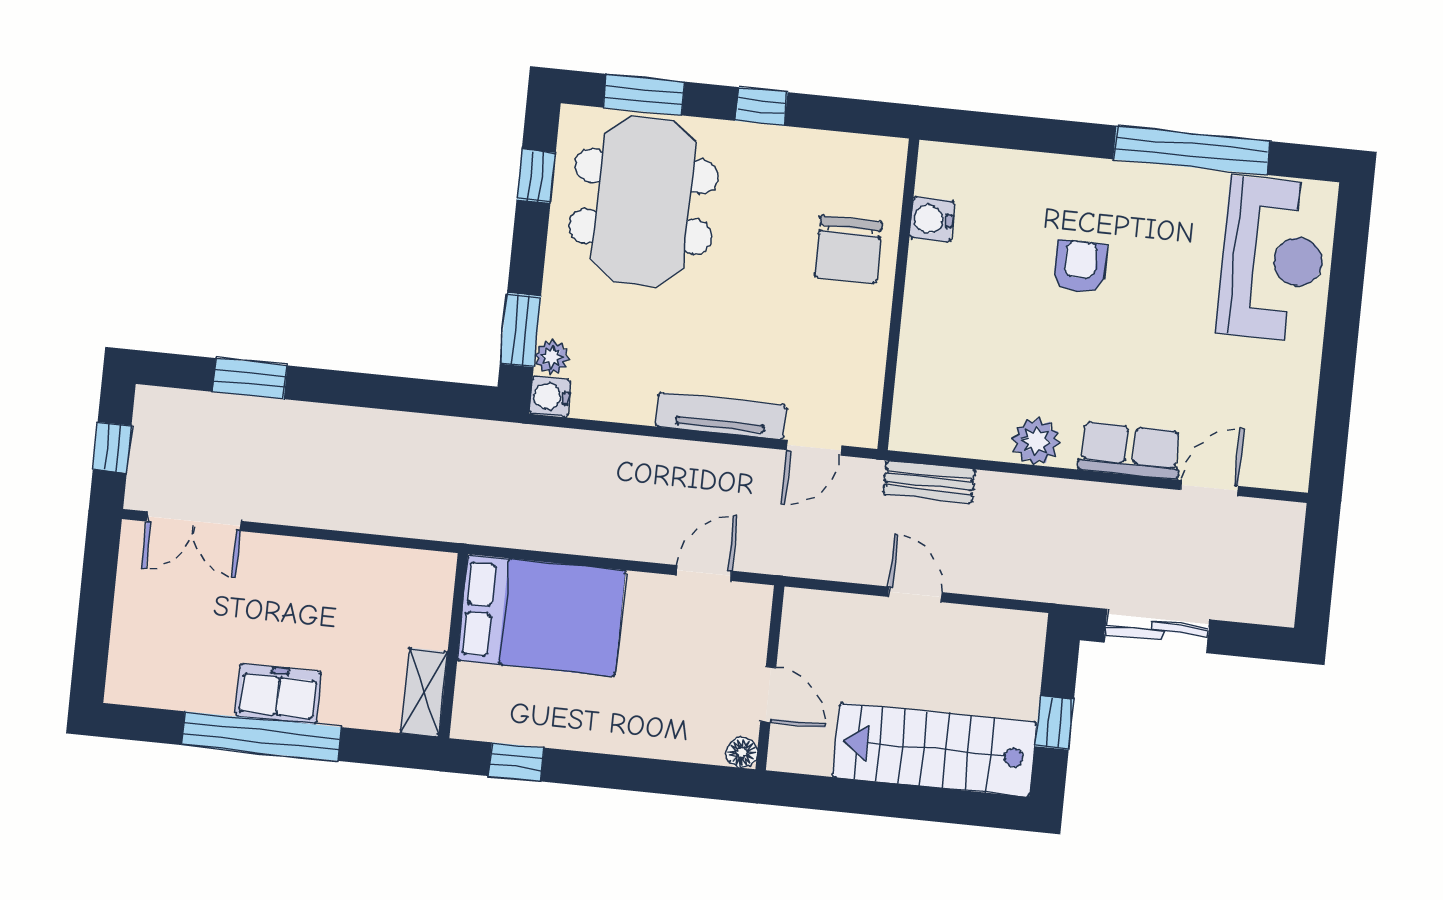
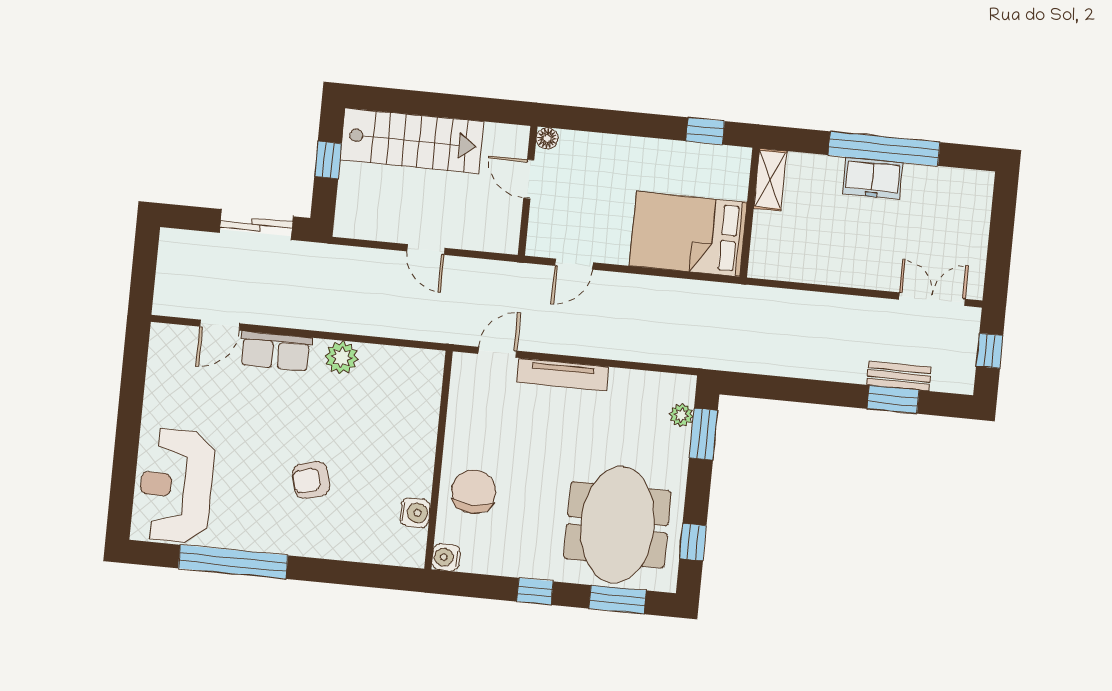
armchair: (1080, 267) -> (311, 480), turned 76
water cooler: (550, 397) -> (446, 557), moved, turned 180
bench: (929, 482) -> (899, 376), moved

